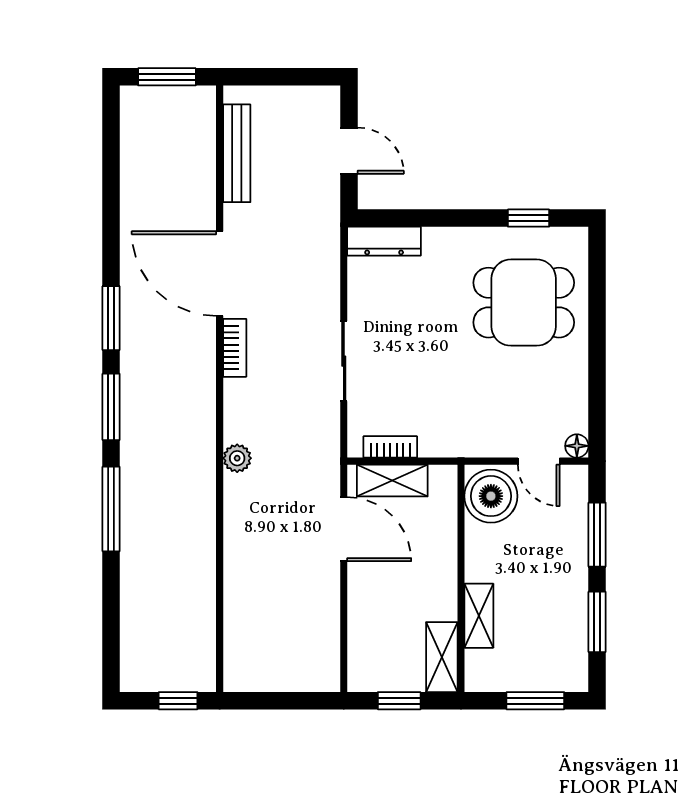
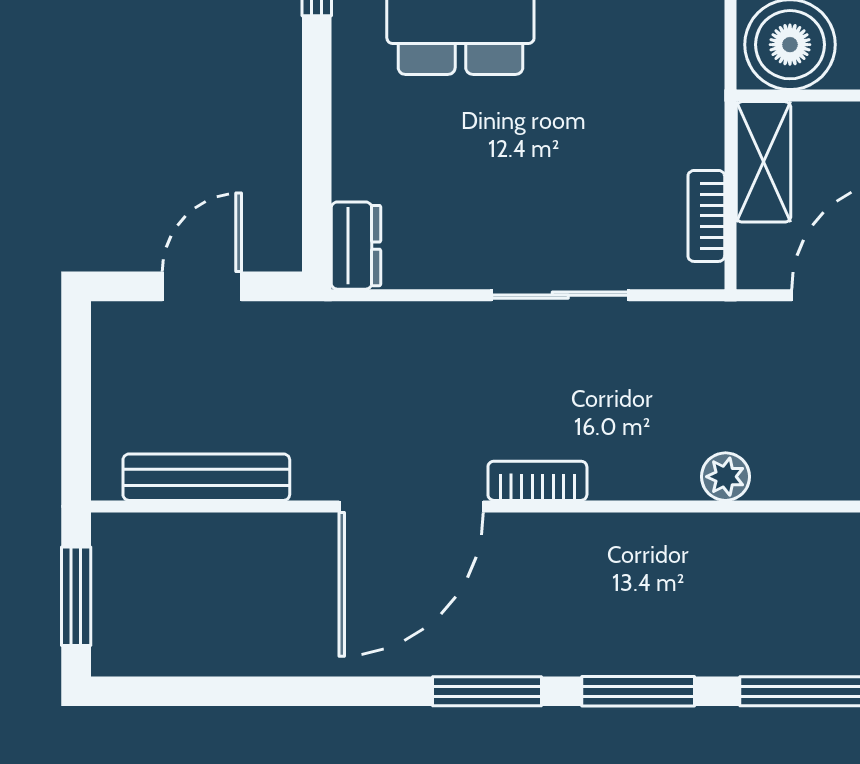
dresser: (384, 241) -> (356, 246), width x0.70
shelving: (392, 481) -> (763, 162), moved

